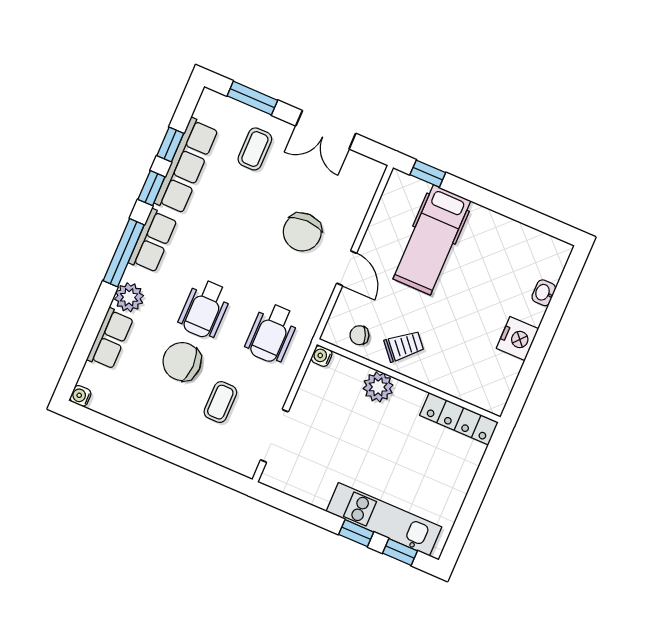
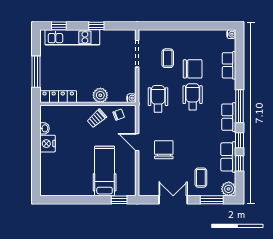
row of seats: (186, 166) -> (228, 157), width x0.68
washbasin: (544, 293) -> (45, 128), moved
plant: (129, 297) -> (229, 189), moved
window: (480, 484) -> (36, 72), added
window: (356, 533) -> (96, 26), moved

